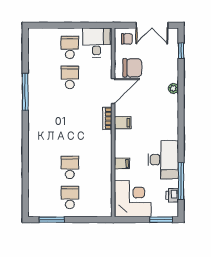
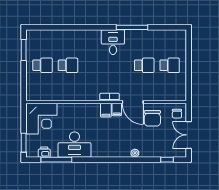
desk: (96, 43) -> (113, 42), moved, turned -90
filing cabinet: (122, 164) -> (117, 109), moved

